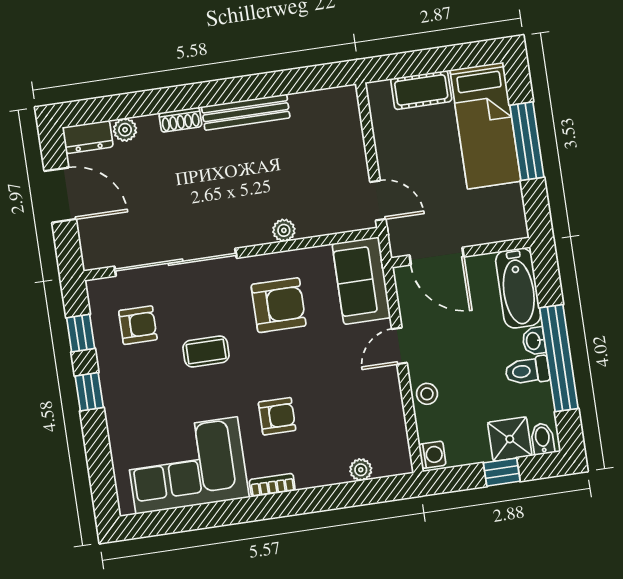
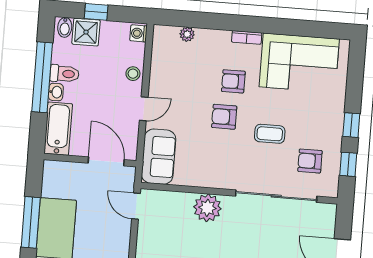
plant: (284, 230) -> (207, 208), width x1.88, depth x1.88
armchair: (279, 305) -> (224, 117), moved, width x0.72, depth x0.72

